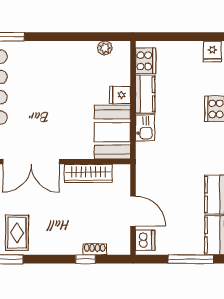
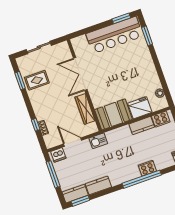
fridge: (120, 95) -> (140, 108), width x1.88, depth x1.34
kitchen sink: (145, 128) -> (98, 141), moved
door: (133, 211) -> (73, 142), swing flipped
window: (191, 259) -> (53, 174), moved

